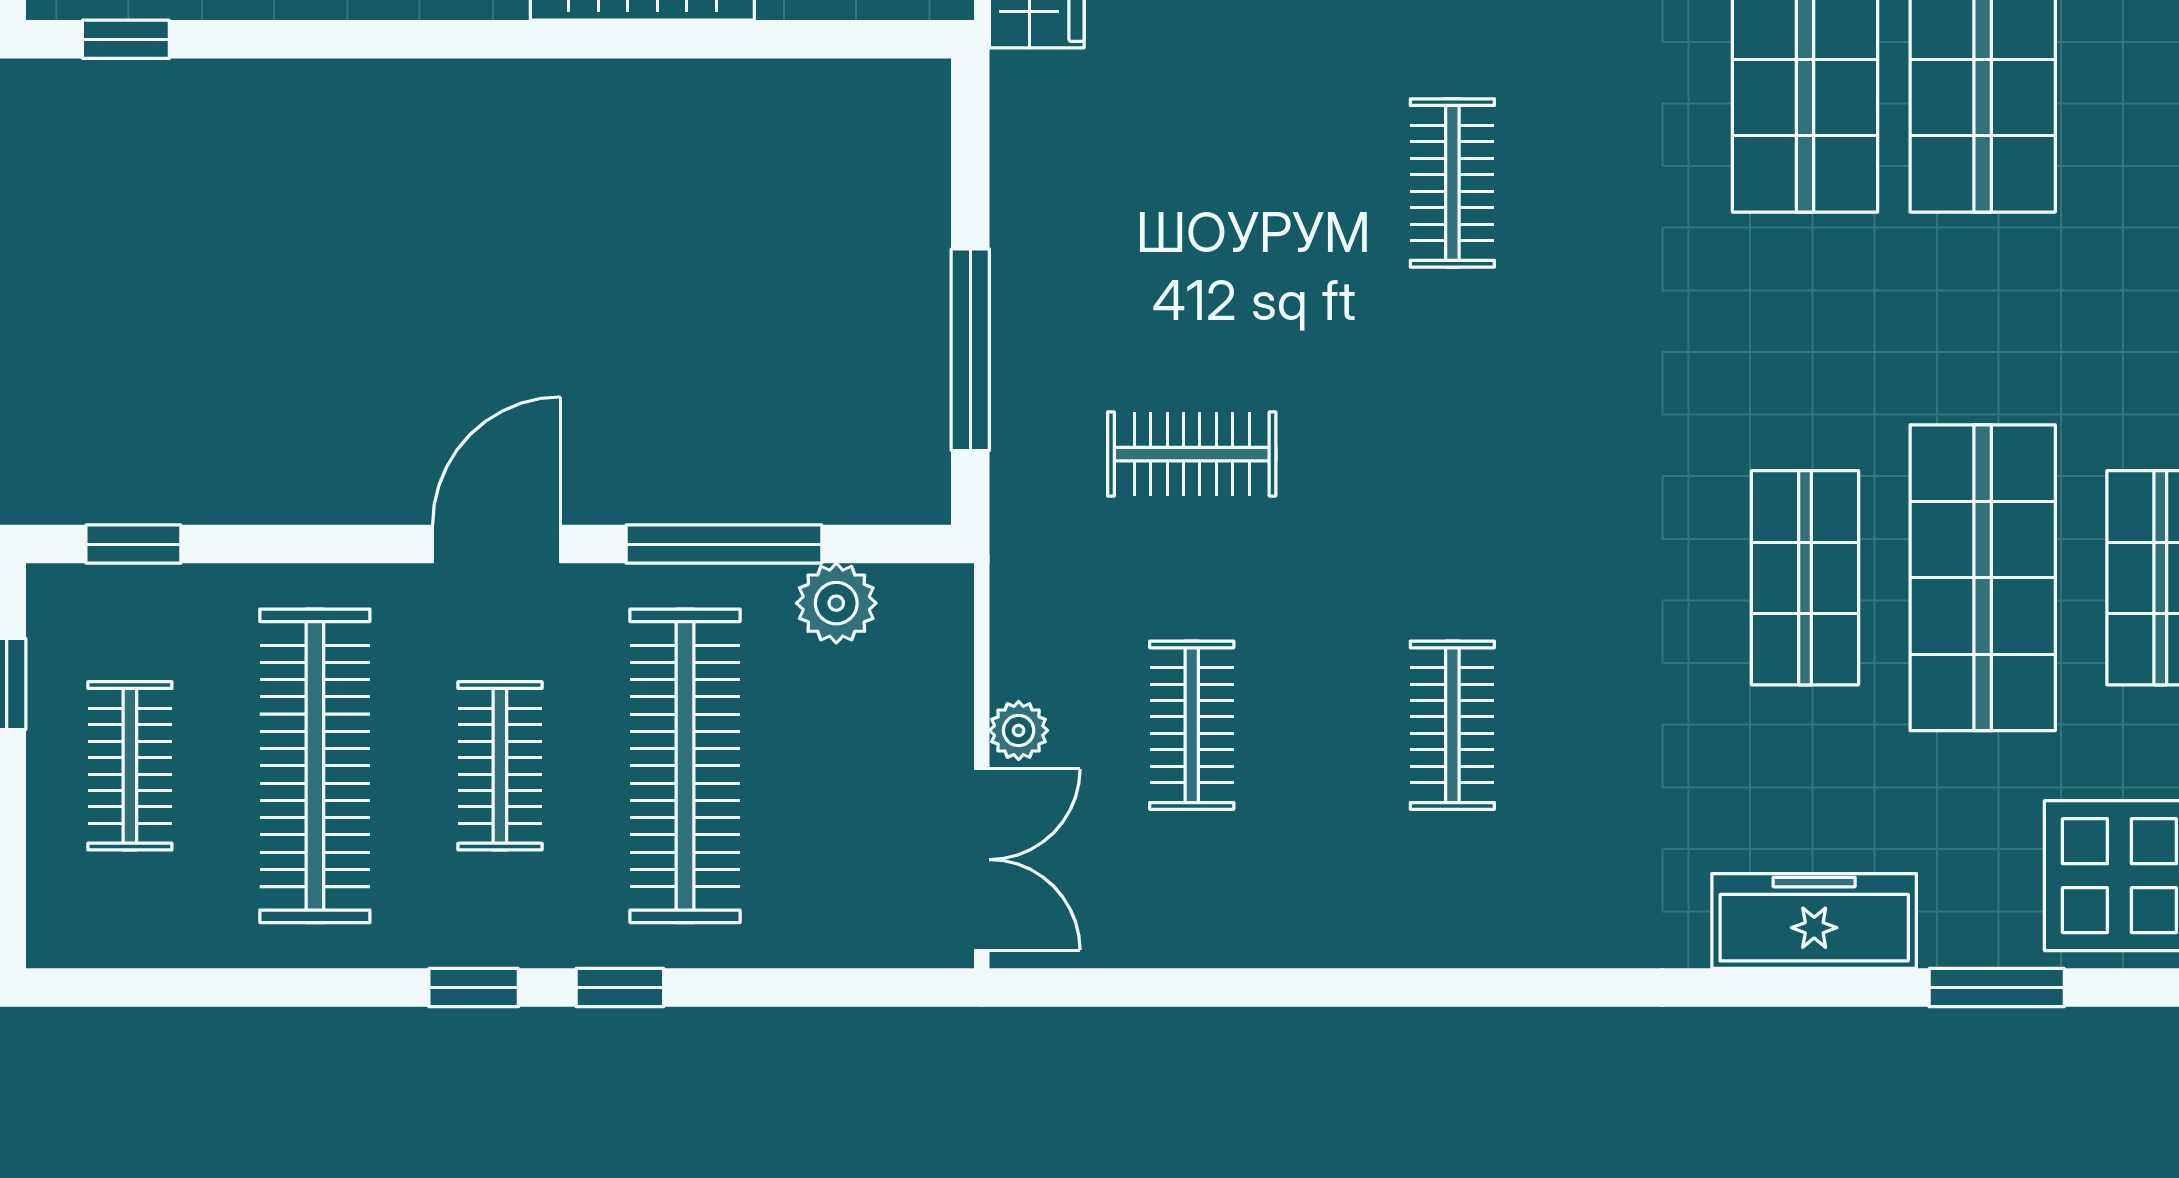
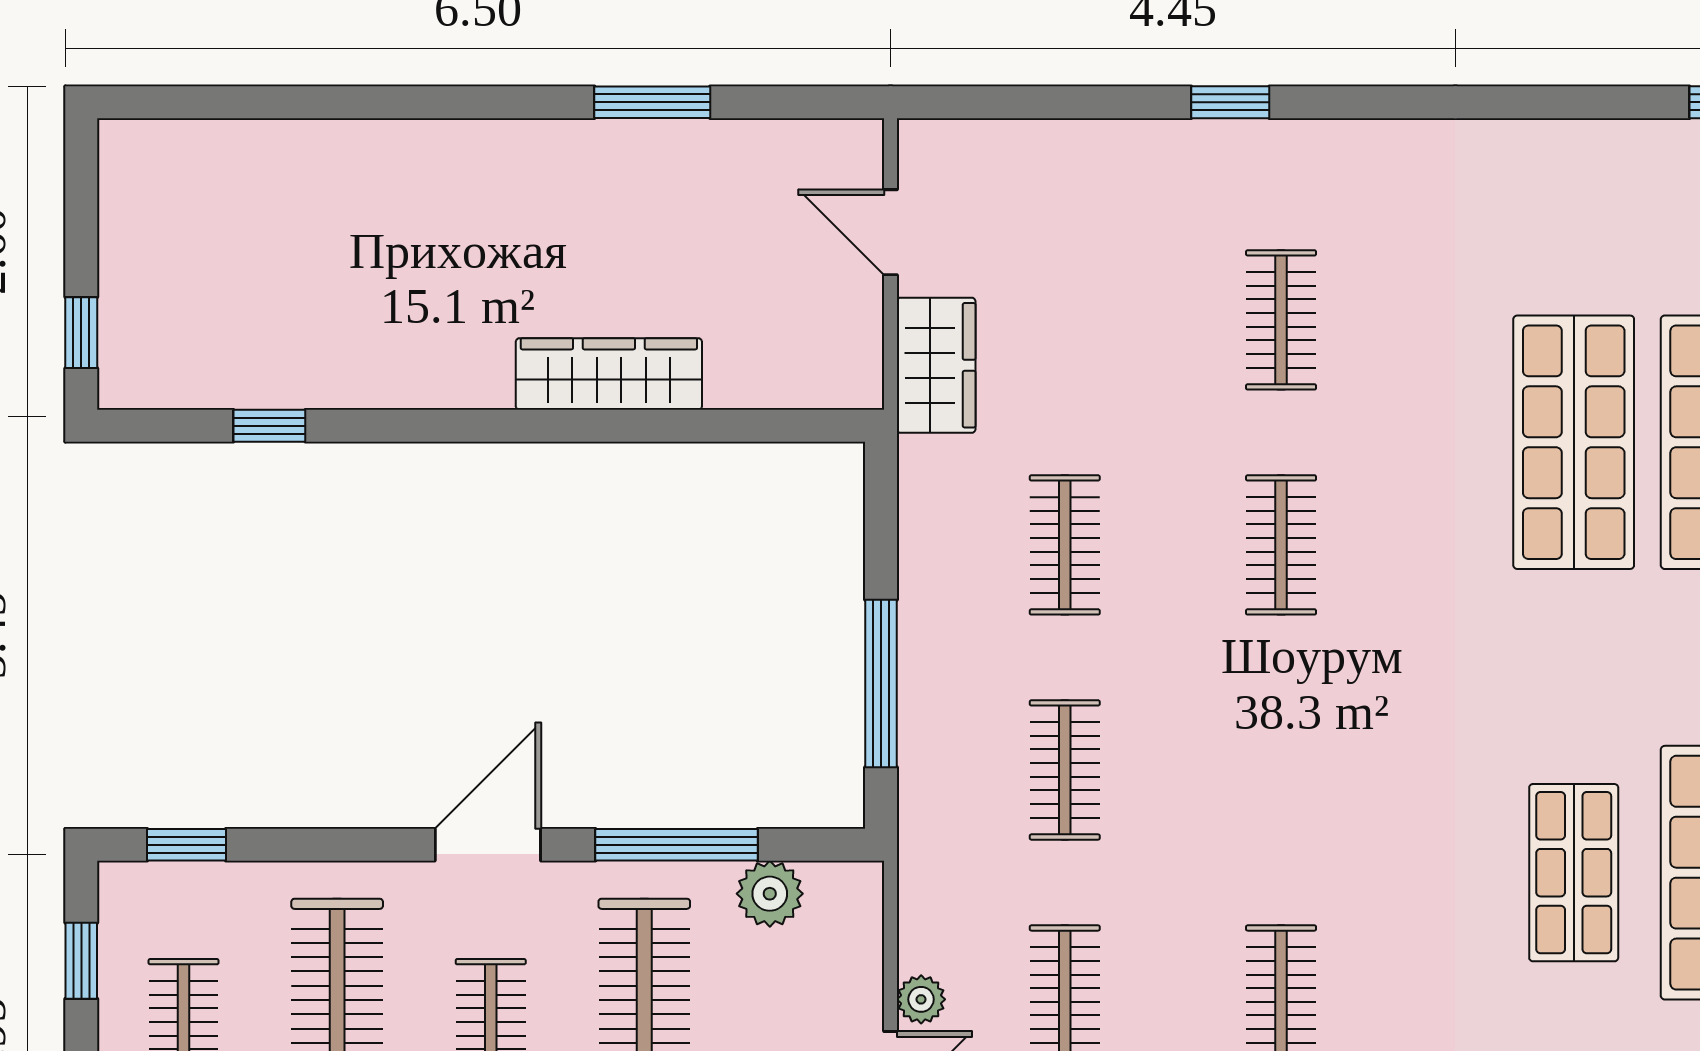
window: (126, 39) -> (269, 426), moved
clothes rail: (1192, 183) -> (1065, 545), added
clothes rail: (1192, 454) -> (1065, 770), turned 90

